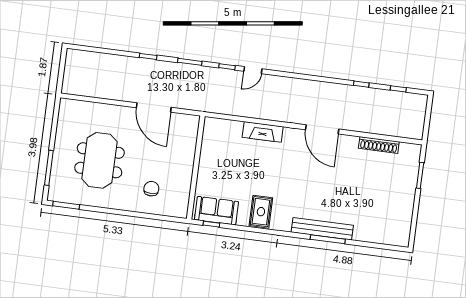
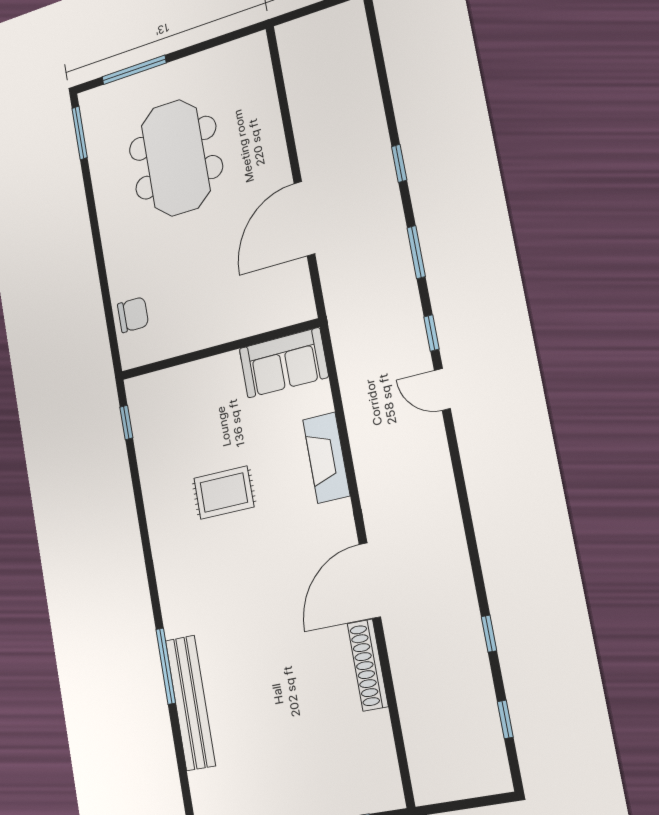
shoe rack: (379, 145) -> (368, 665), moved
meeting table: (100, 160) -> (176, 158), turned 90
chair: (151, 189) -> (133, 315), moved
sofa: (216, 211) -> (284, 363), moved, turned 90
rug: (261, 212) -> (224, 493), moved
bench: (322, 229) -> (190, 703), moved

